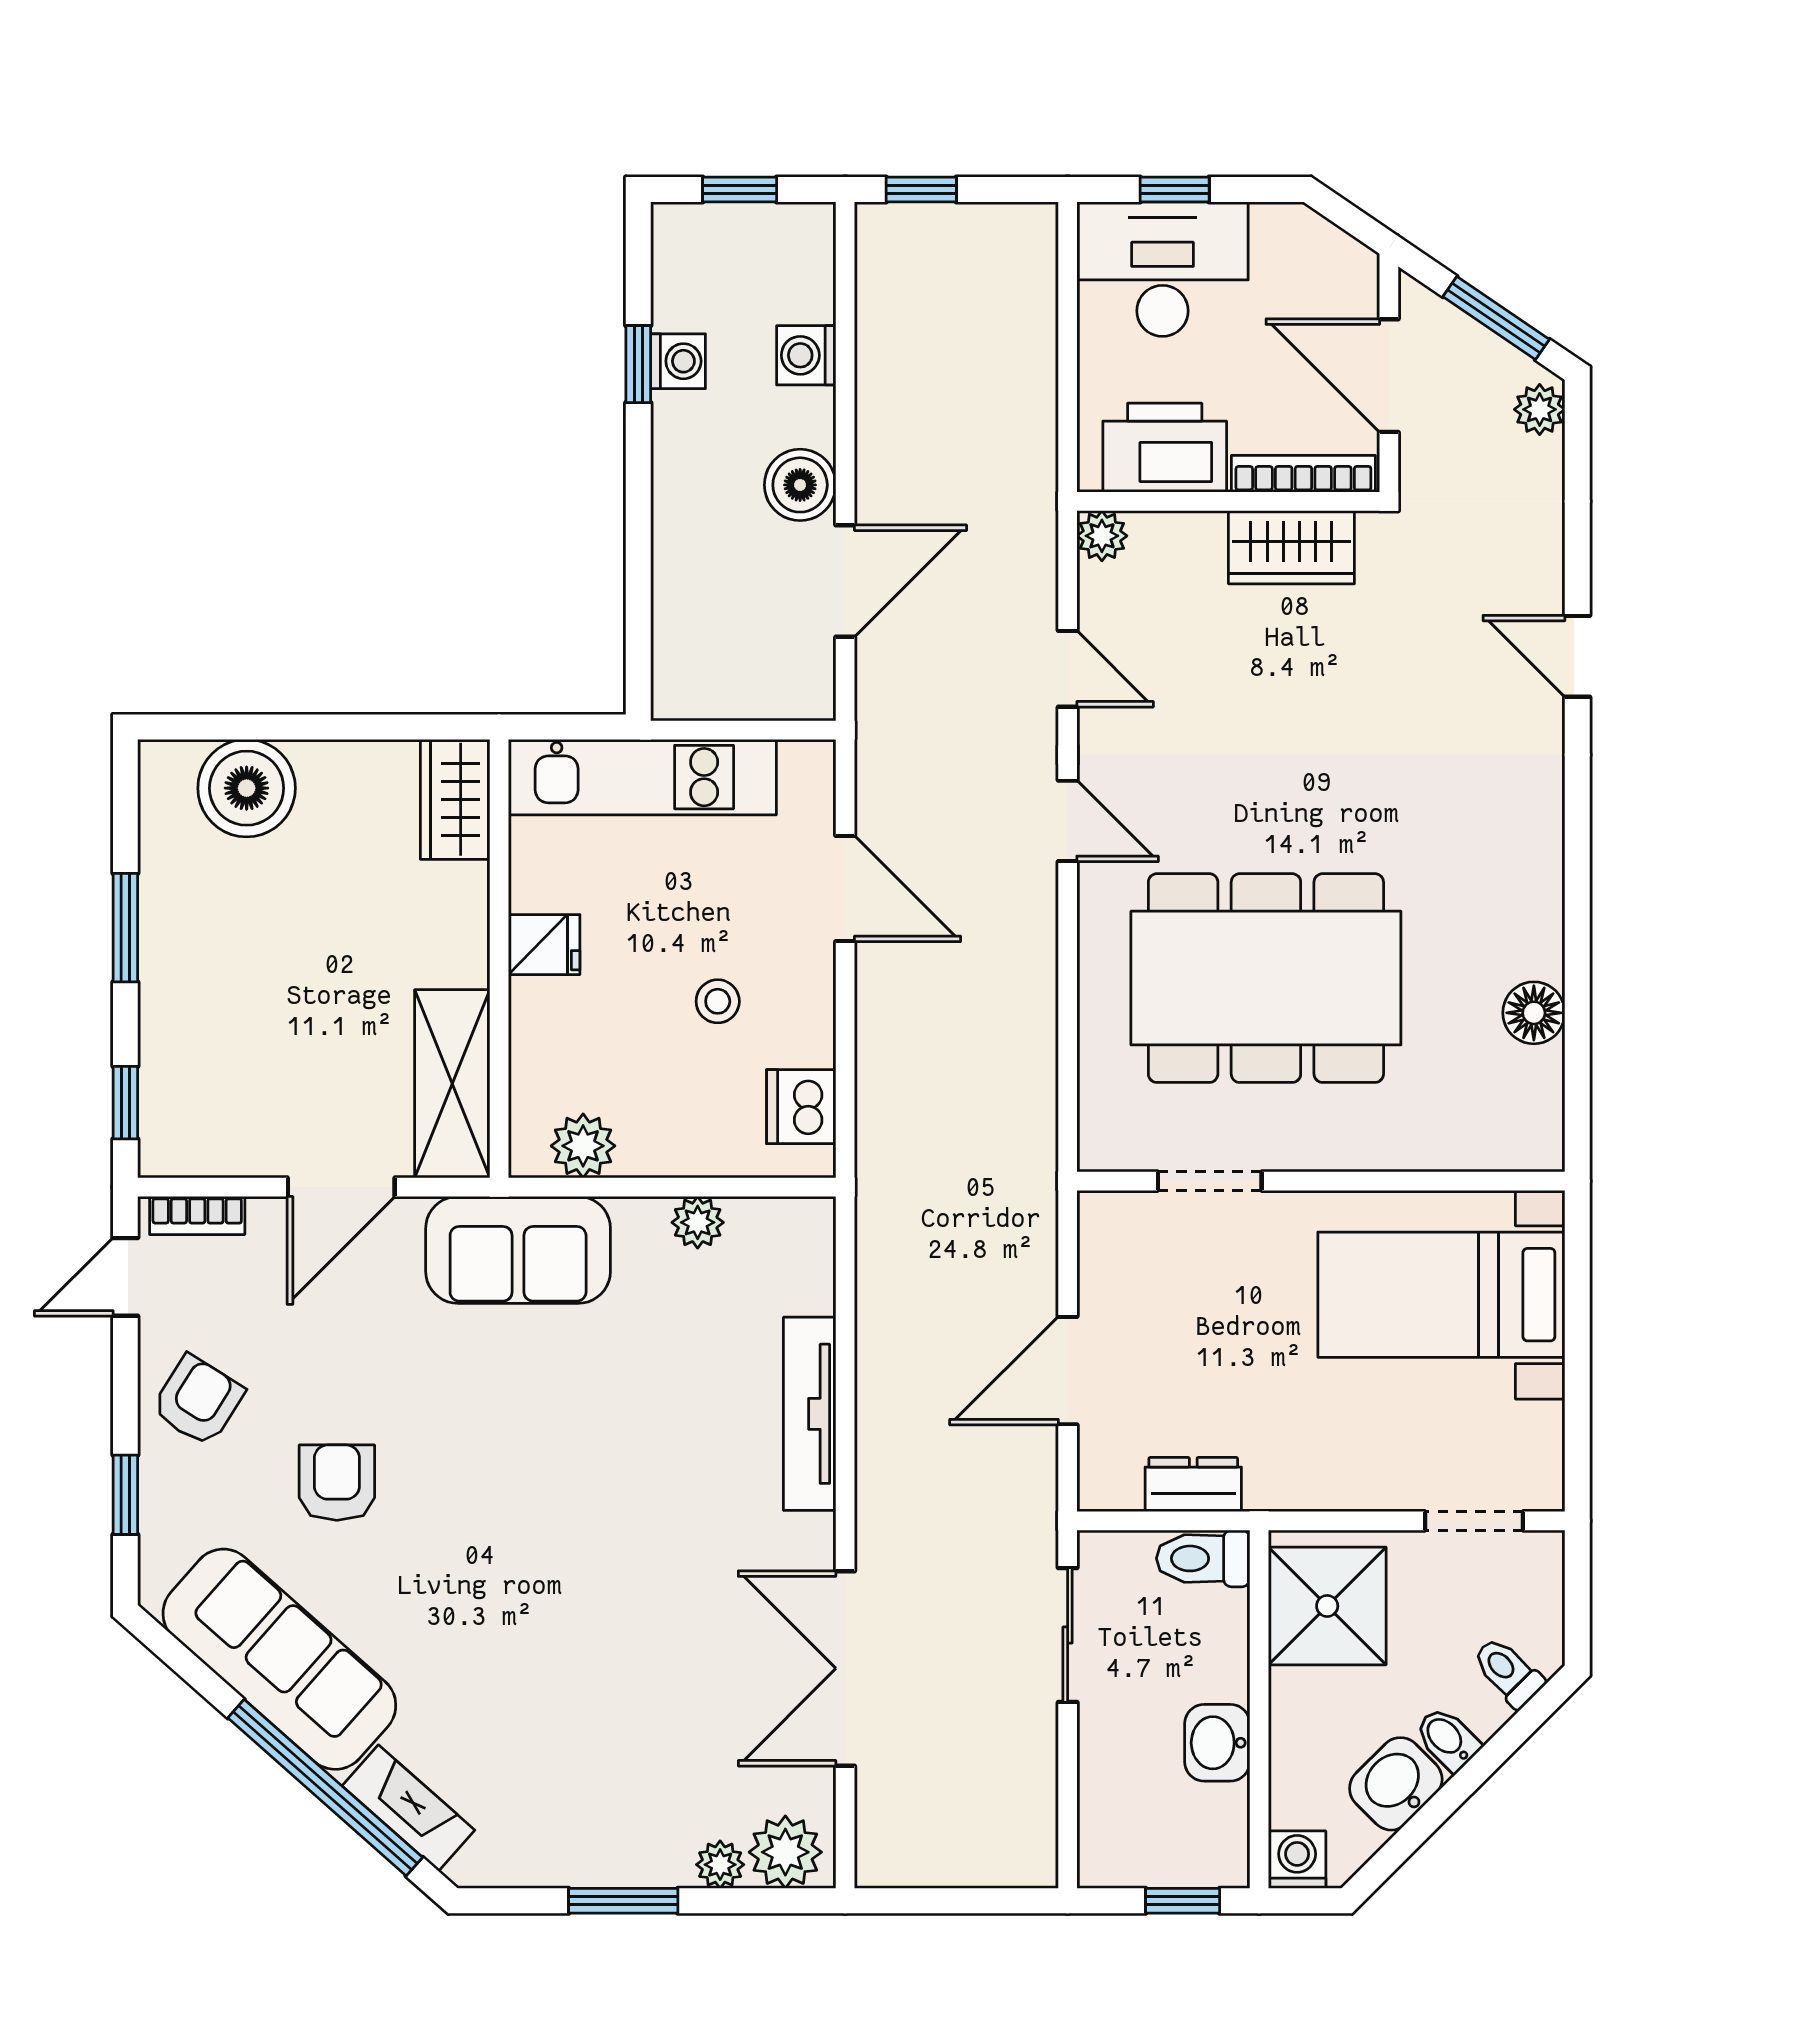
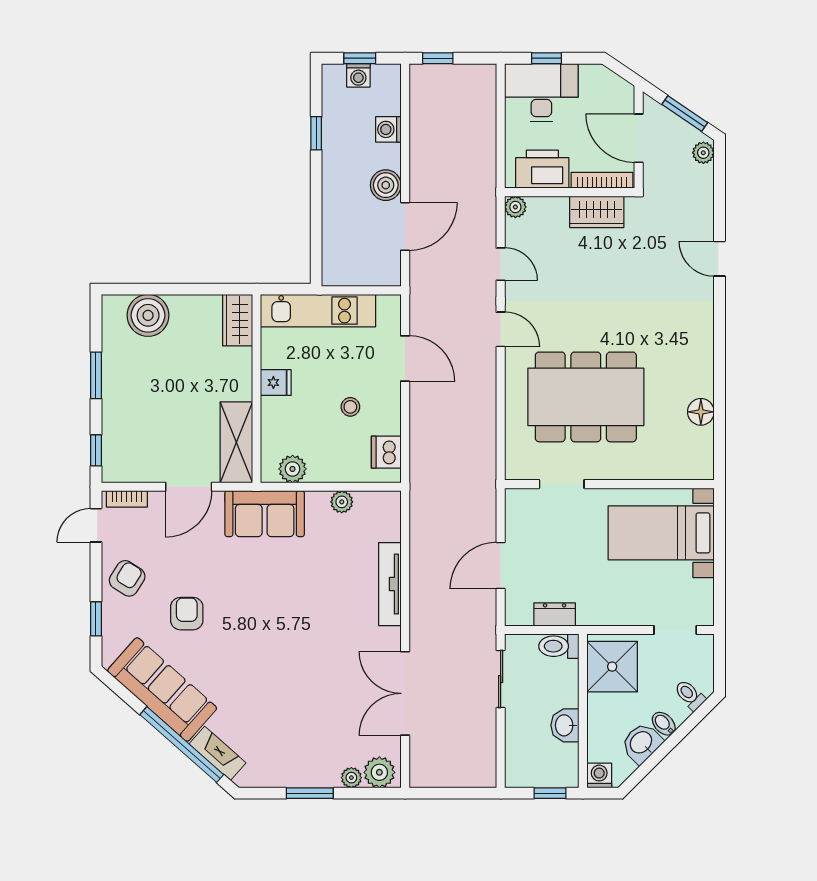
washing machine: (678, 361) -> (358, 75), moved, turned 90

